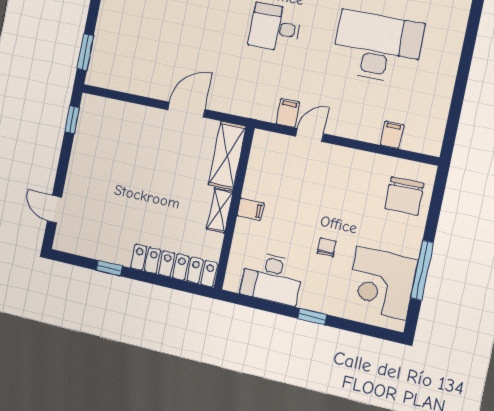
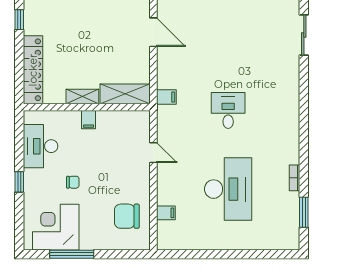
door: (186, 110) -> (153, 32), moved
filing cabinet: (288, 113) -> (166, 97), moved
chair: (404, 196) -> (127, 216), moved

